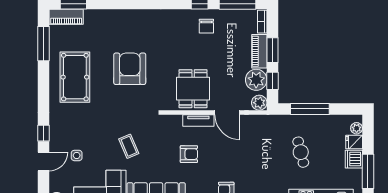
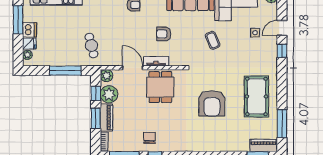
cafe table: (301, 152) -> (91, 46), moved

